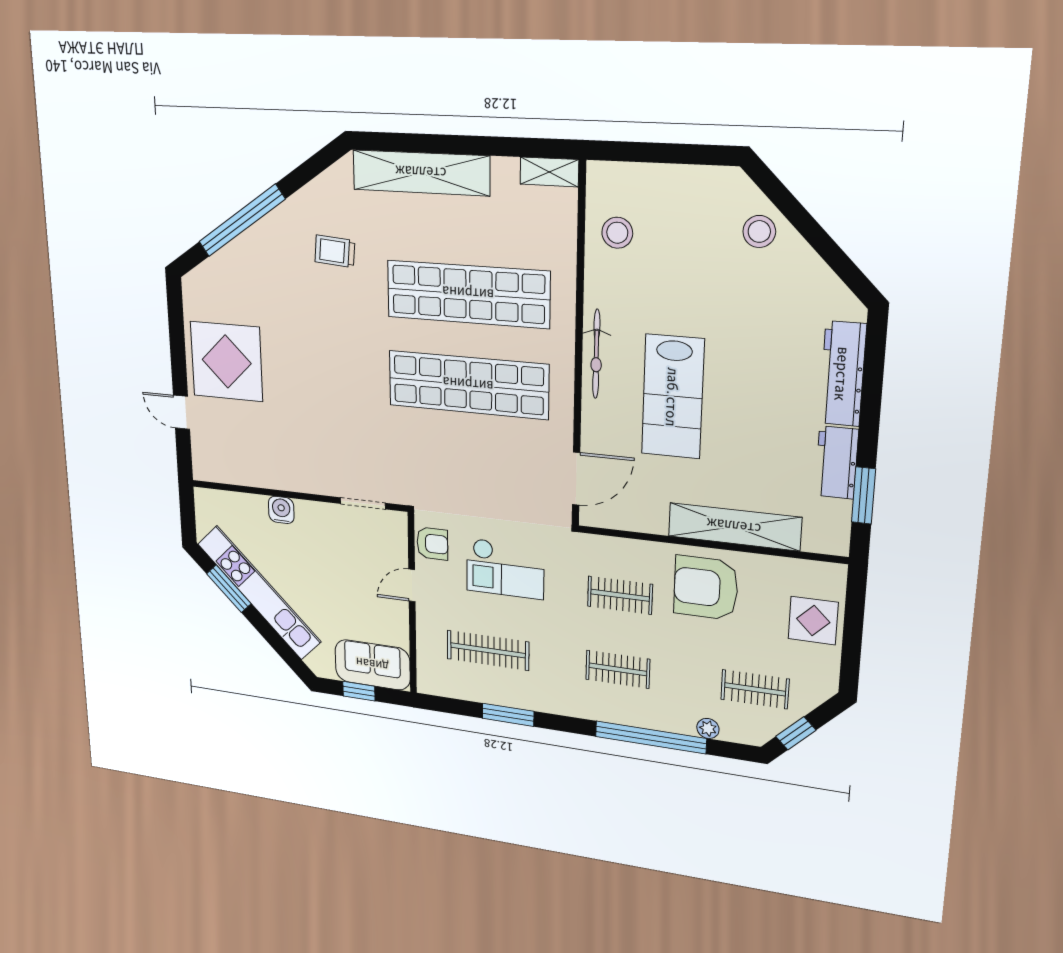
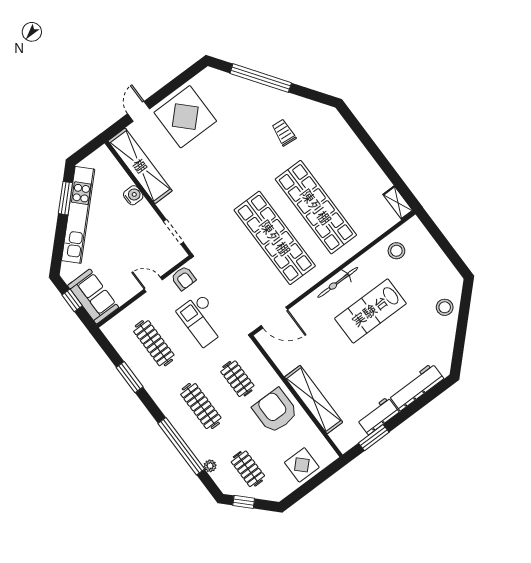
shelving: (421, 173) -> (140, 166), moved
lab bench: (673, 397) -> (370, 311), moved
clothes rail: (618, 669) -> (201, 406), width x1.36

